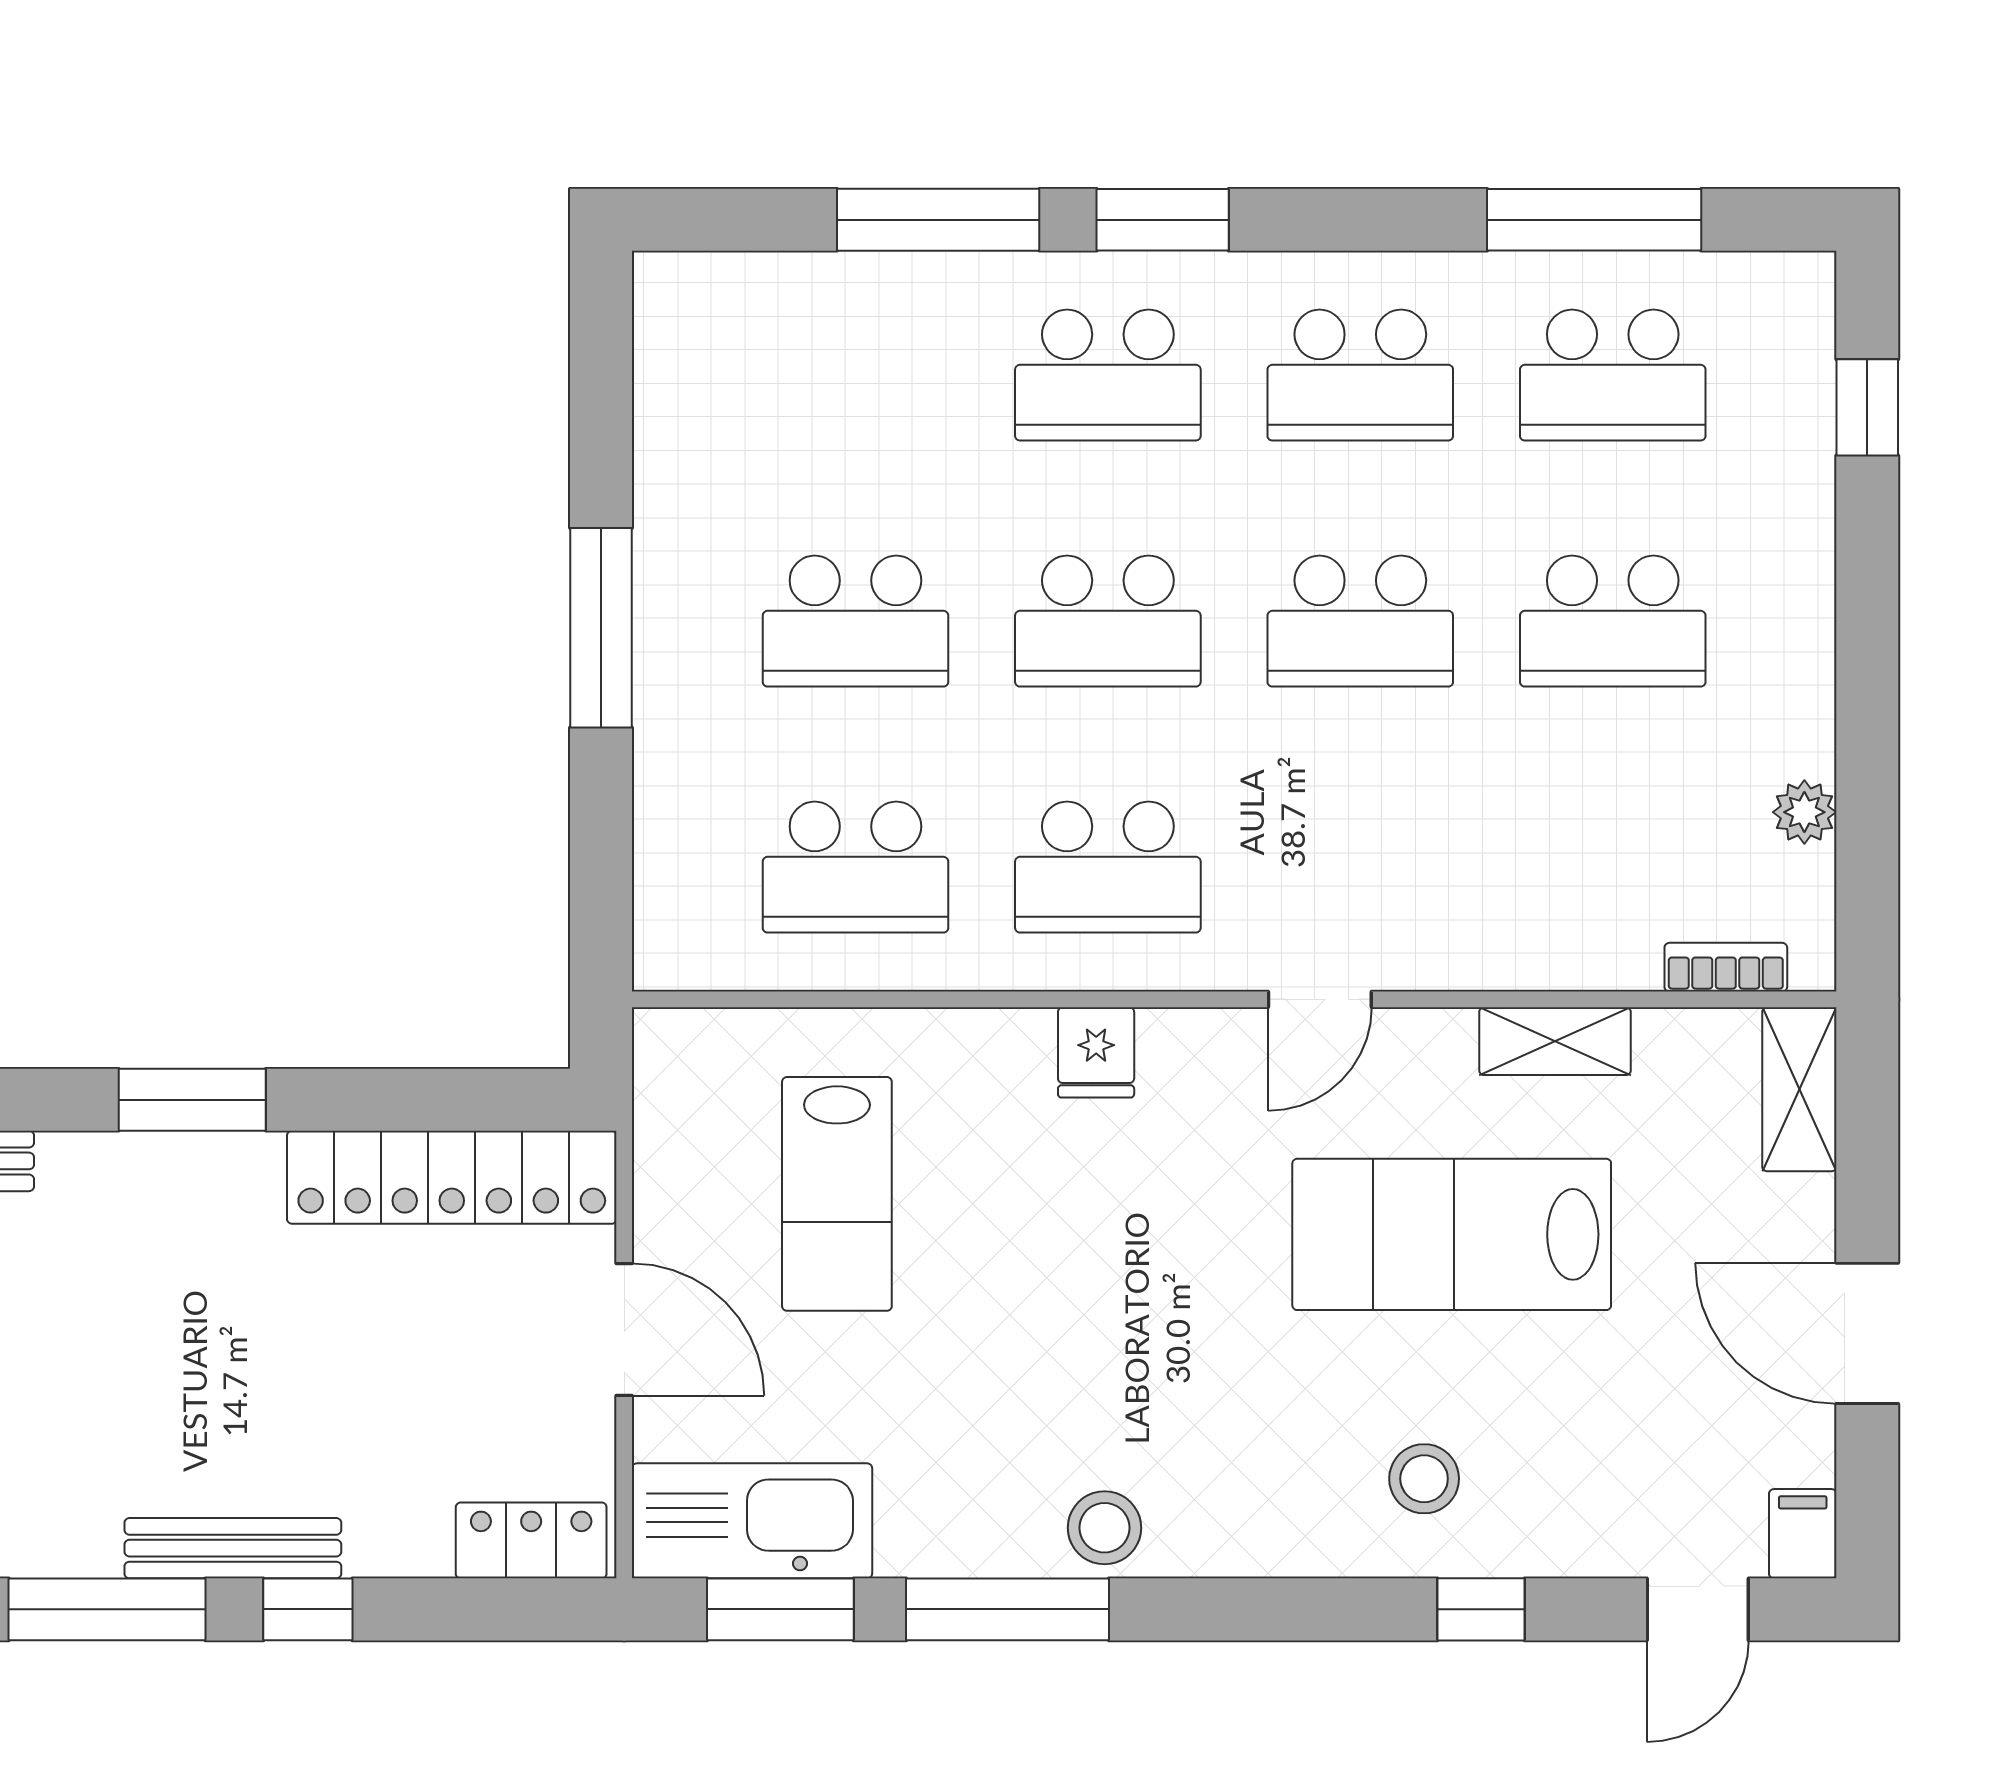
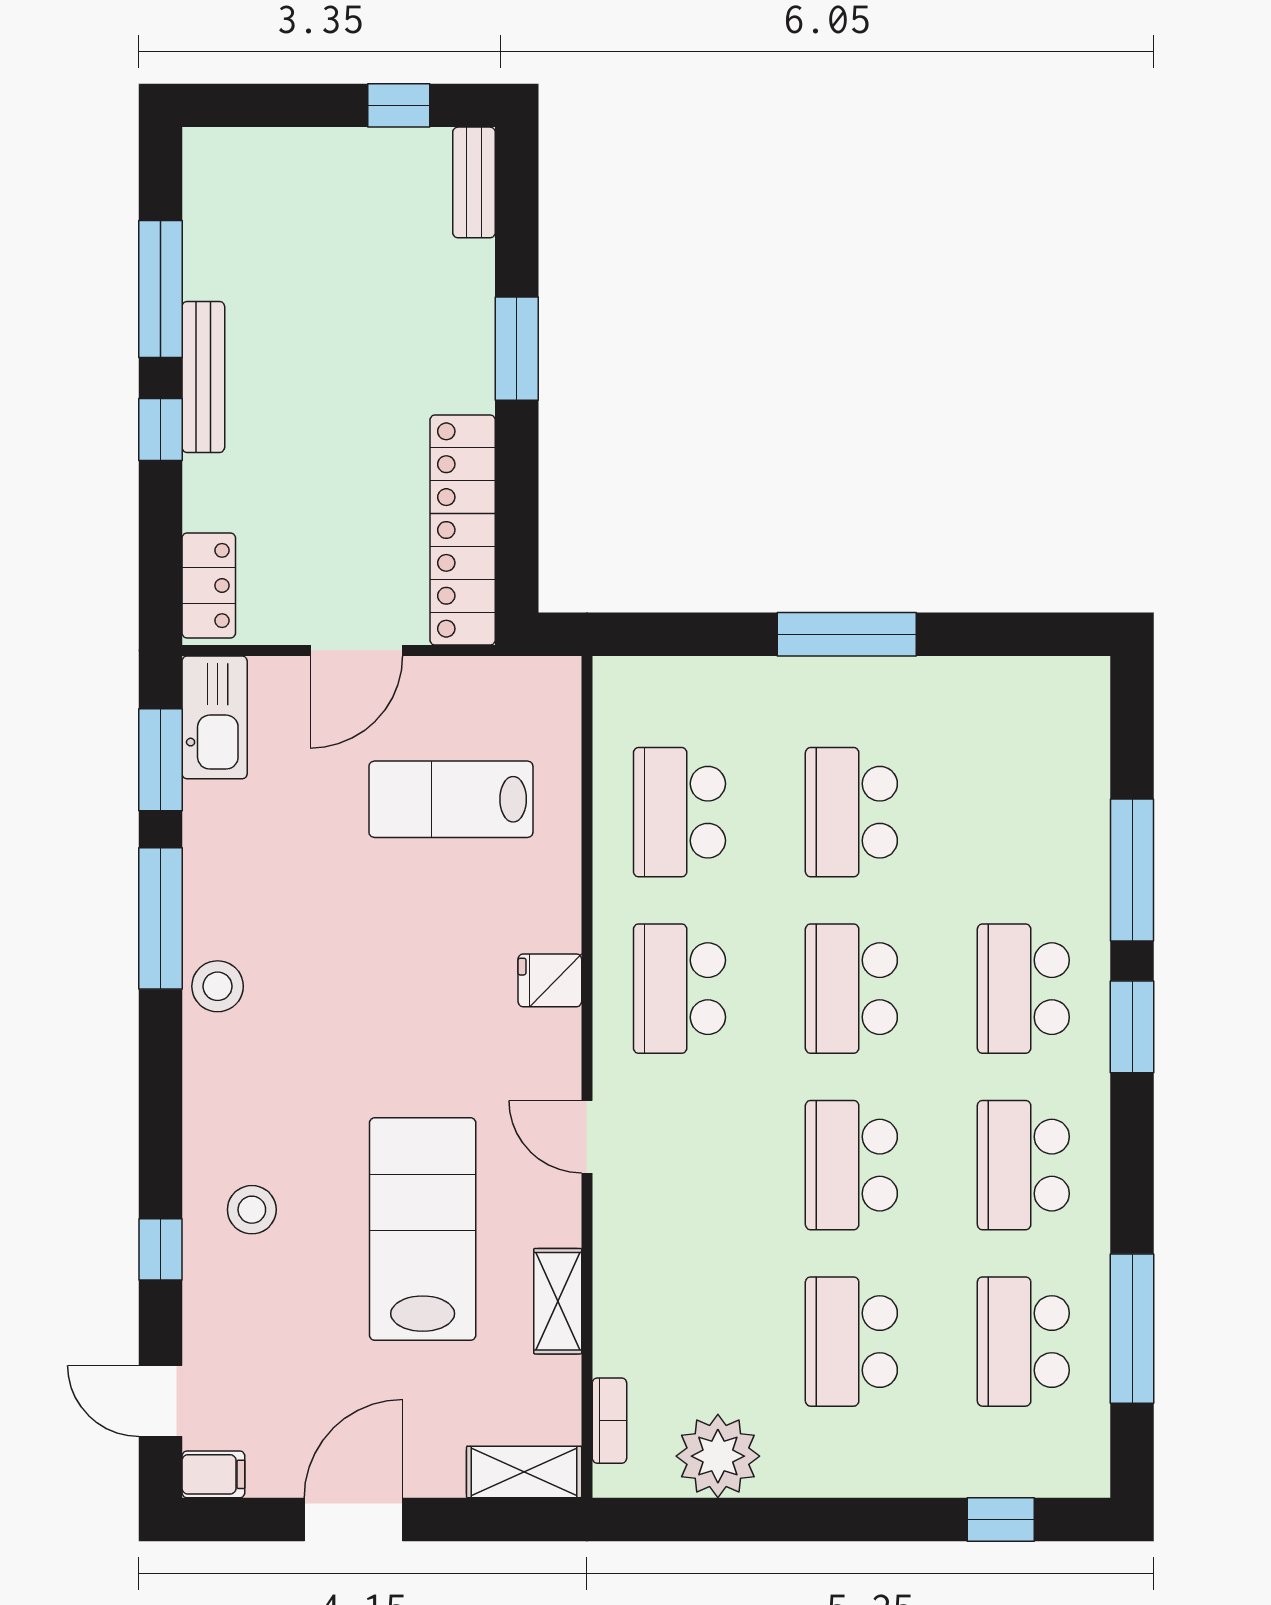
plant: (1804, 812) -> (718, 1456), width x1.87, depth x1.87
kitchen sink: (752, 1521) -> (215, 717), width x0.73, depth x0.81

